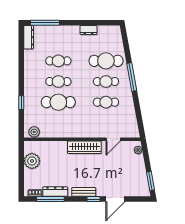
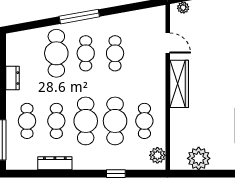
dresser: (29, 37) -> (55, 163), moved
cafe table: (58, 40) -> (27, 121), added
cafe table: (58, 81) -> (86, 121), width x1.37, depth x1.35
cafe table: (58, 123) -> (144, 121), added

